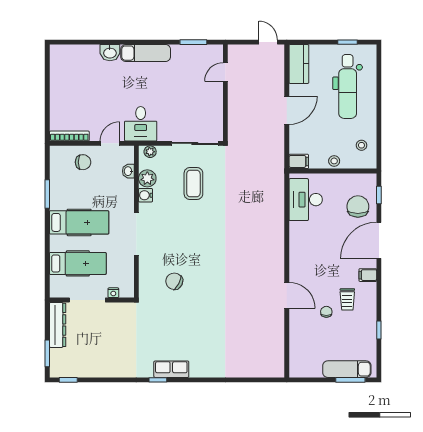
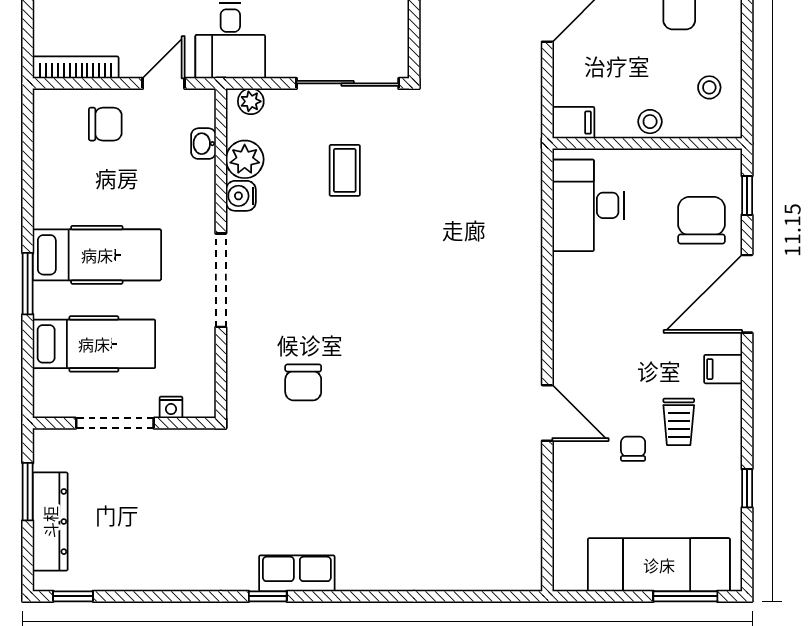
coffee table: (193, 183) -> (345, 170), width x0.73, depth x0.77
window: (47, 194) -> (28, 284), moved
chair: (174, 281) -> (303, 382), turned -118
dresser: (58, 325) -> (50, 522), moved
window: (47, 353) -> (28, 492), moved
exam couch: (347, 369) -> (659, 565), width x1.36, depth x1.45

